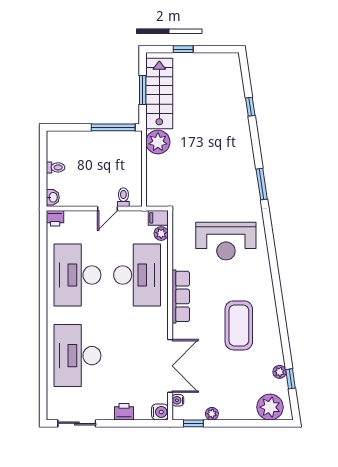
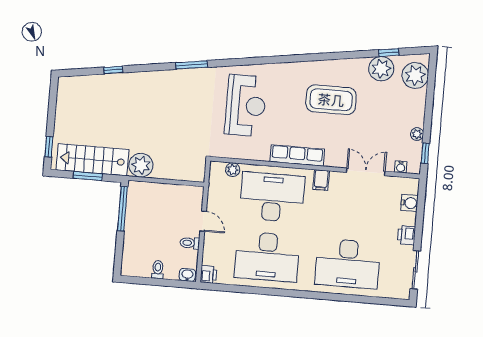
window: (183, 49) -> (49, 147), moved
toilet: (123, 197) -> (190, 243), moved
filing cabinet: (158, 218) -> (321, 180), moved
double door: (170, 366) -> (366, 172), width x0.73
plant: (280, 372) -> (381, 69), width x1.87, depth x1.87
printer: (124, 412) -> (406, 235), moved
water cooler: (160, 412) -> (409, 203), moved, turned 90

